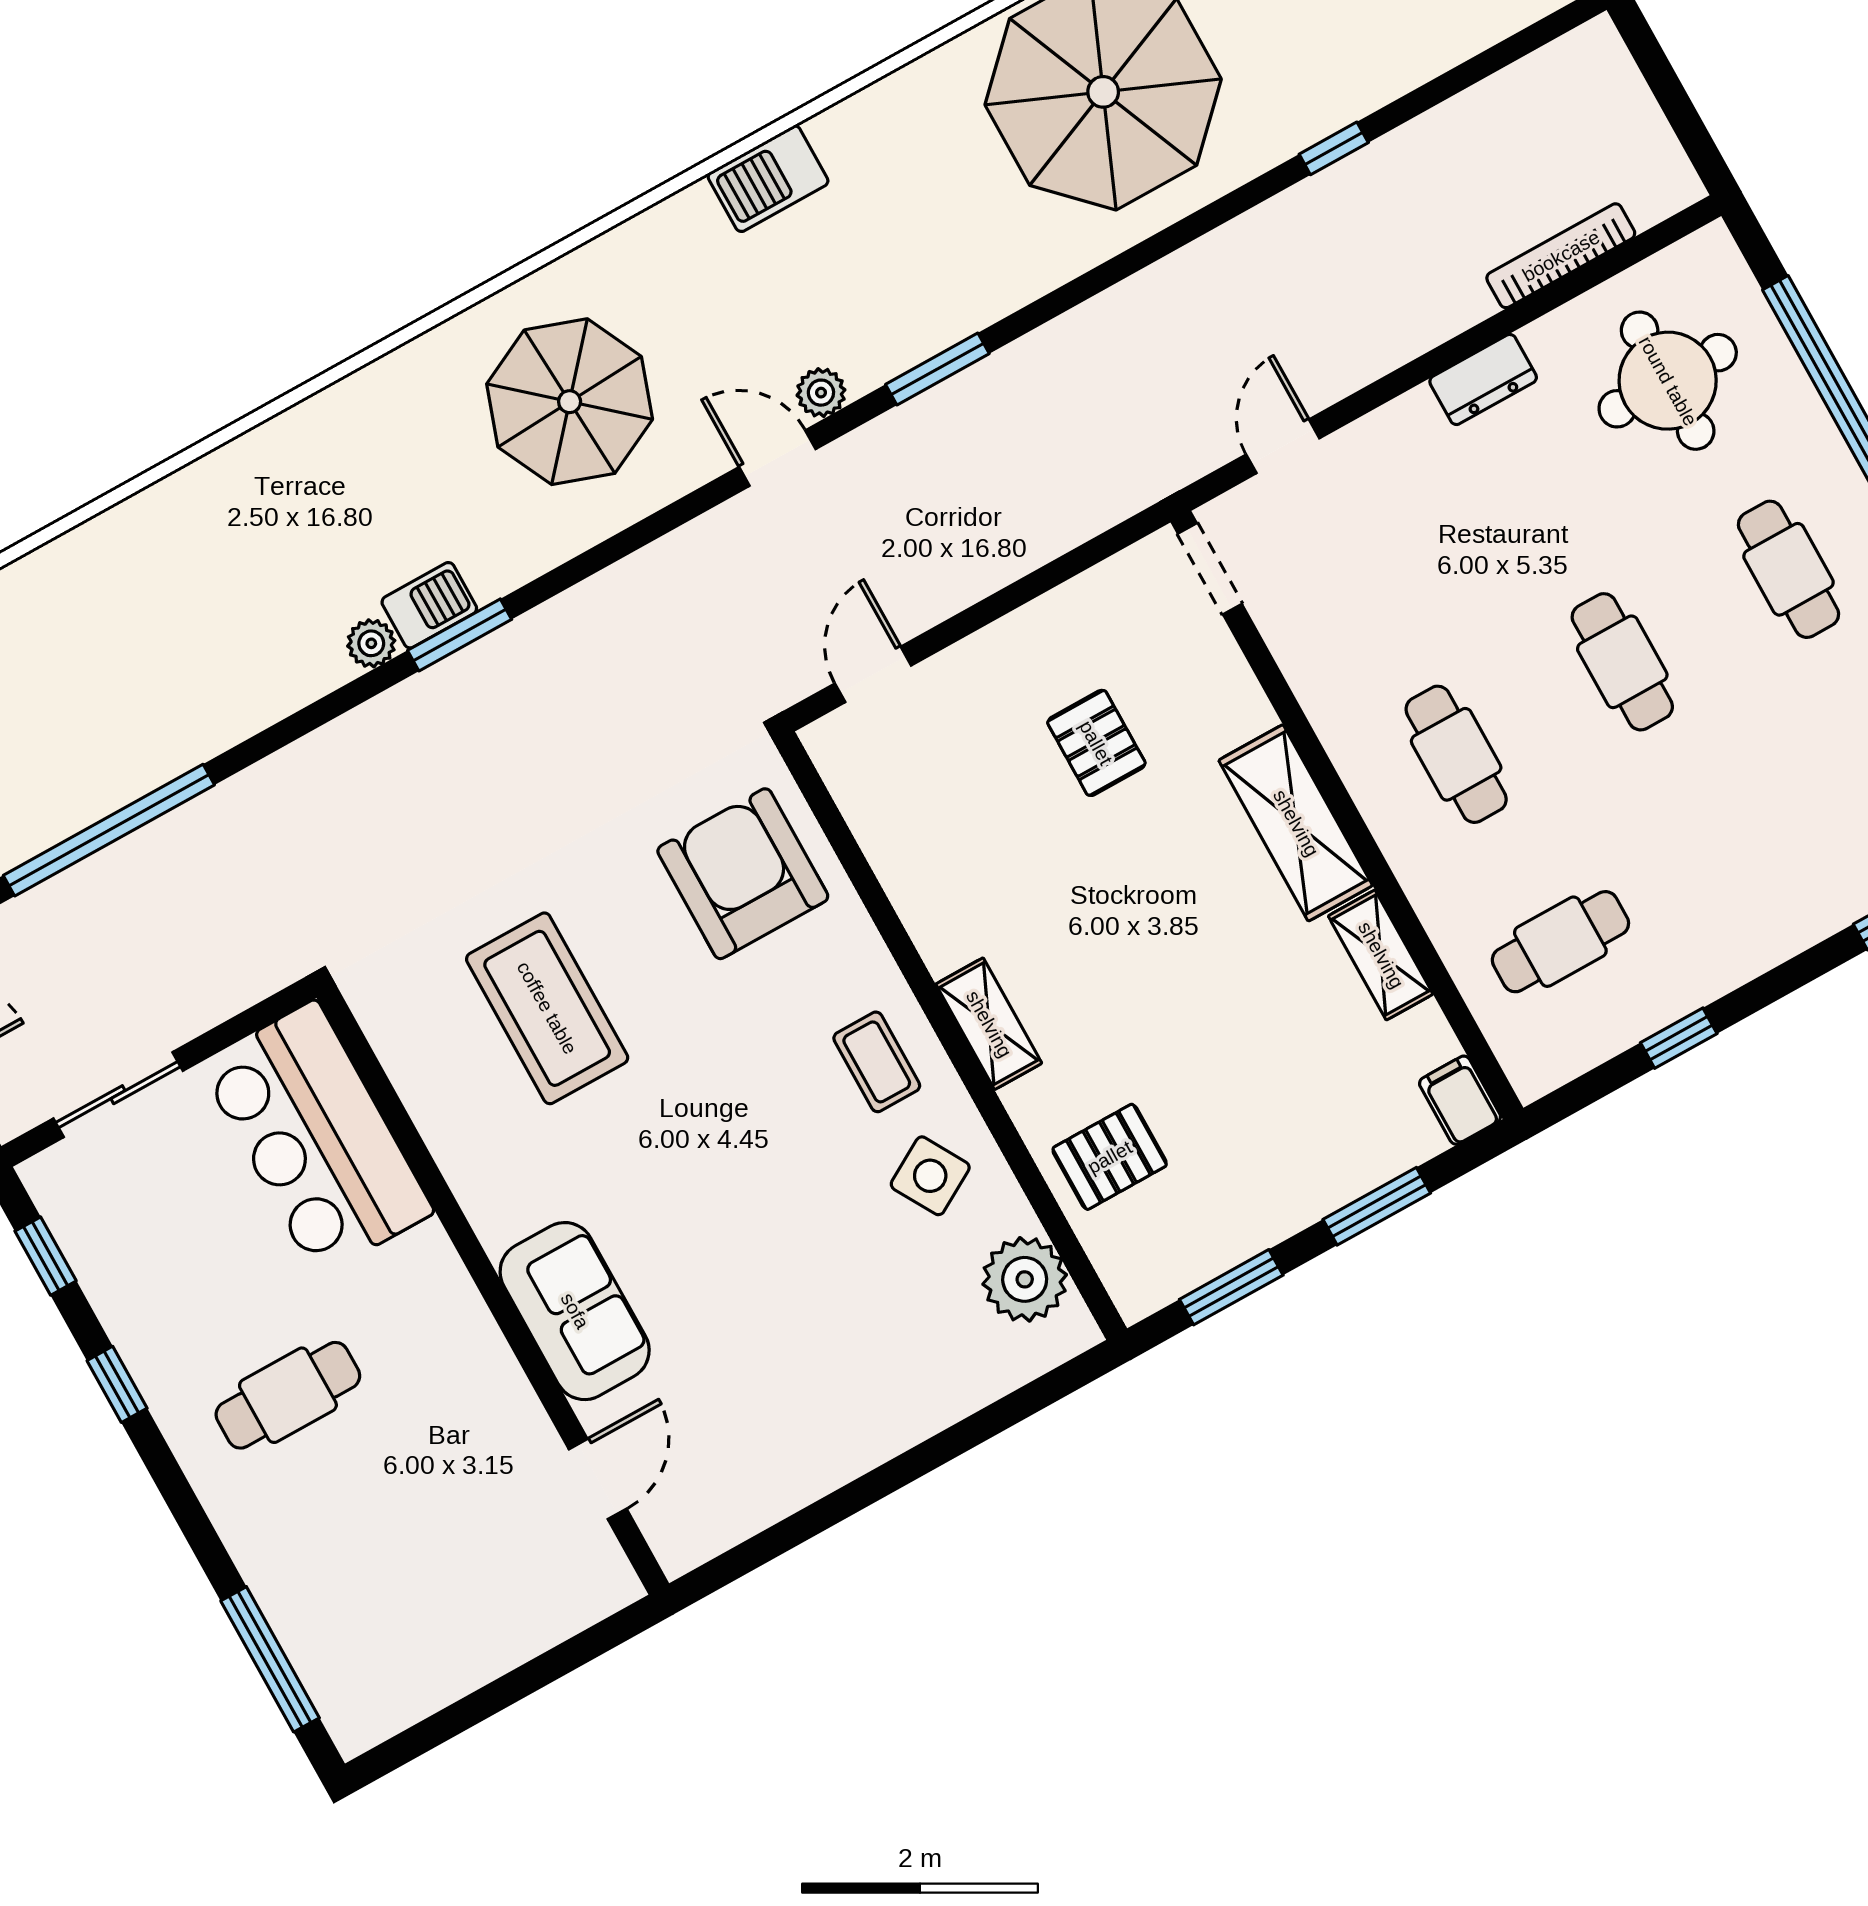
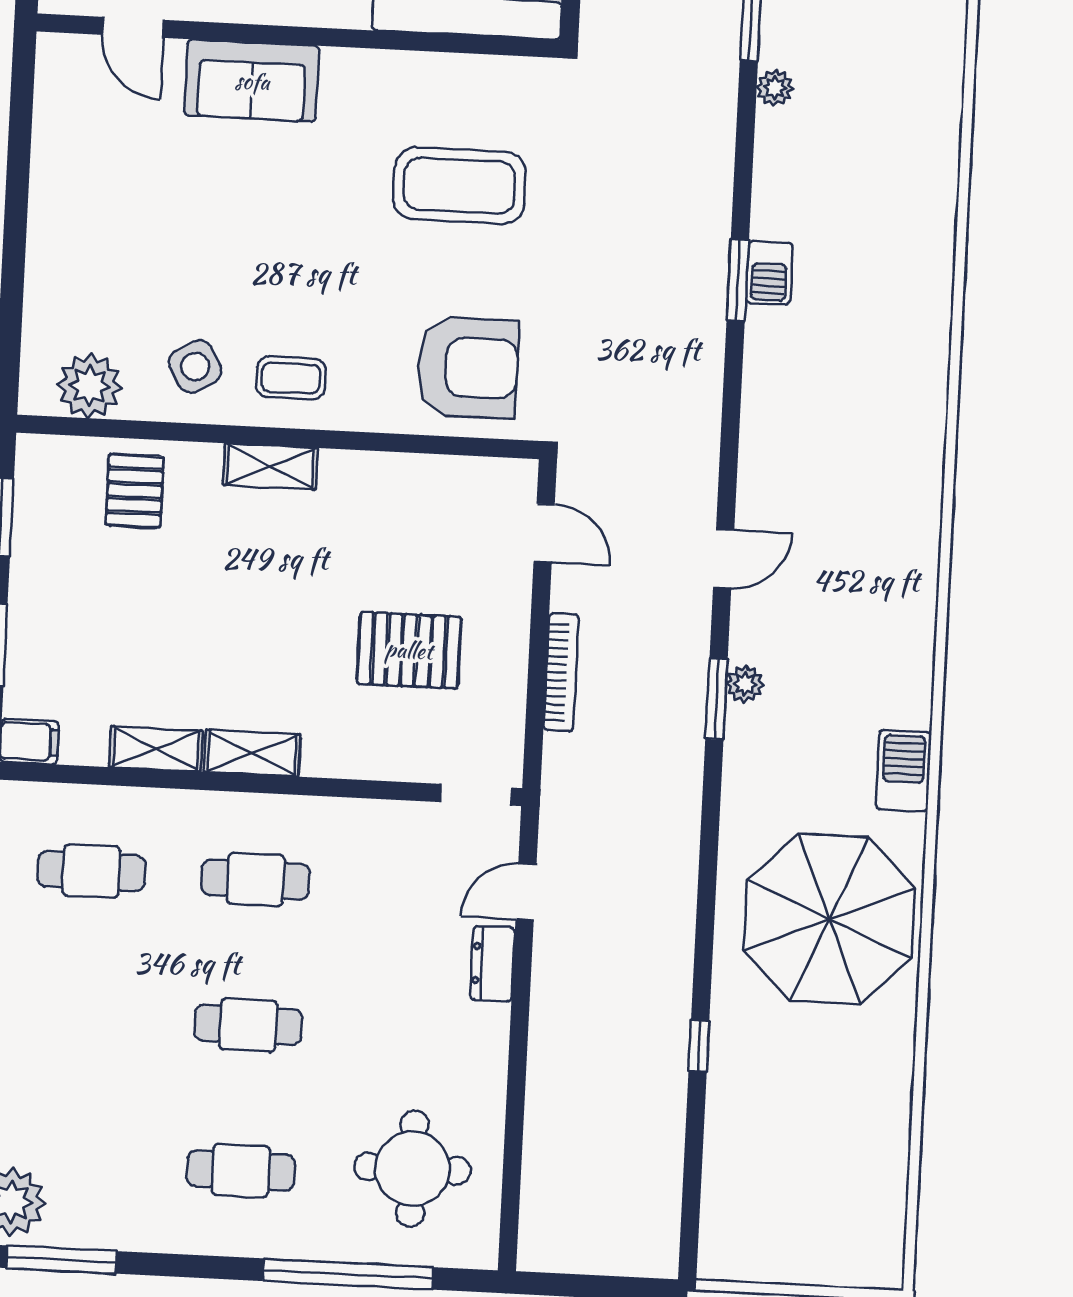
barbecue: (768, 179) -> (904, 771), moved
bookcase: (1561, 256) -> (561, 672), moved
dresser: (1483, 380) -> (492, 964), moved
plant: (821, 393) -> (745, 684), moved
parasol: (570, 402) -> (845, 447), removed
door: (1283, 446) -> (526, 892), swing flipped
plant: (371, 643) -> (775, 88), moved
pallet: (1096, 743) -> (409, 650), width x1.50, depth x1.42
shelving: (1296, 823) -> (252, 753), width x0.67, depth x0.75
cafe table: (1560, 942) -> (91, 871), turned 90

